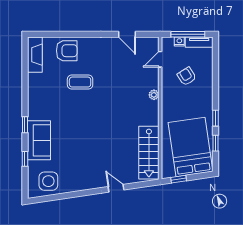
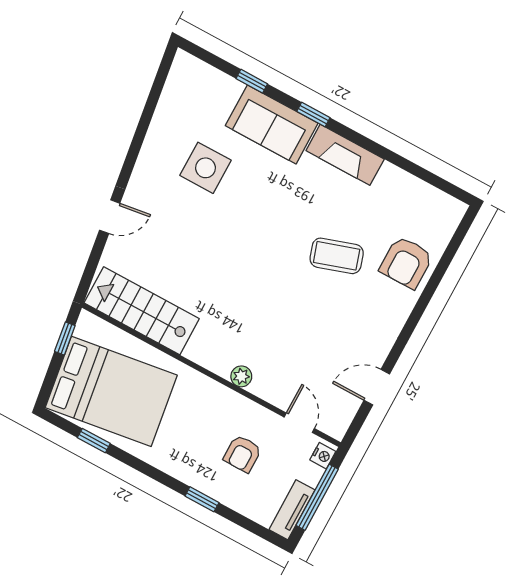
nightstand: (179, 41) -> (323, 456), moved
fireplace: (35, 55) -> (345, 155), moved
armchair: (187, 76) -> (242, 454), turned 122
coffee table: (80, 82) -> (337, 256), turned 72
window: (216, 118) -> (202, 499), moved
side table: (48, 181) -> (206, 168), moved

